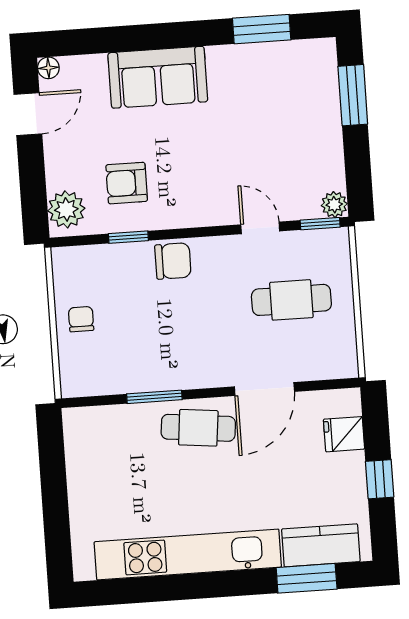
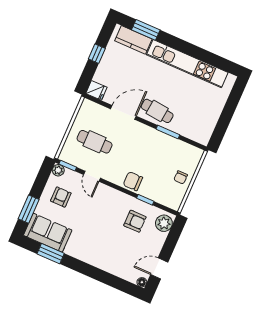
sofa: (158, 77) -> (48, 233), moved
armchair: (301, 154) -> (61, 197), added
fridge: (344, 434) -> (96, 90), moved

